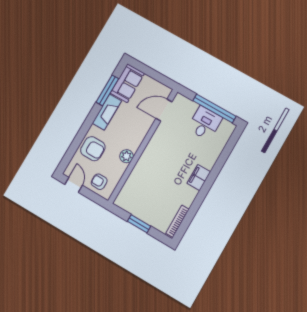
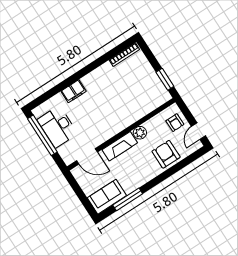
fireplace: (107, 112) -> (120, 146), moved, turned 180
desk: (205, 123) -> (57, 127), width x1.37
filing cabinet: (199, 178) -> (74, 91), moved
window: (139, 224) -> (165, 79), moved

